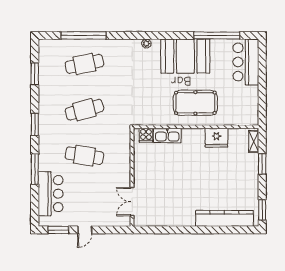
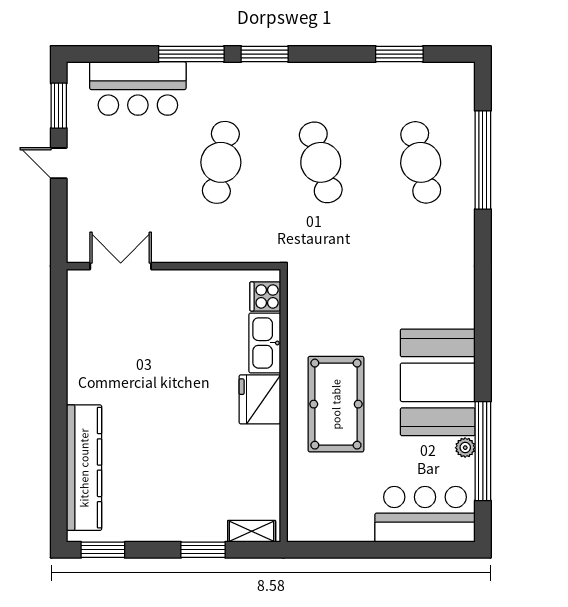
plant: (146, 44) -> (465, 448), moved
window: (35, 124) -> (265, 54), moved
fridge: (216, 138) -> (260, 399), moved

